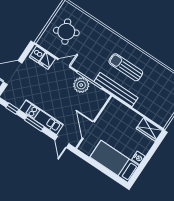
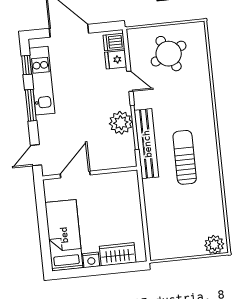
bench: (116, 90) -> (147, 144), moved
kitchen unit: (41, 117) -> (42, 81), moved
wardrobe: (149, 129) -> (118, 254), moved, turned 90

